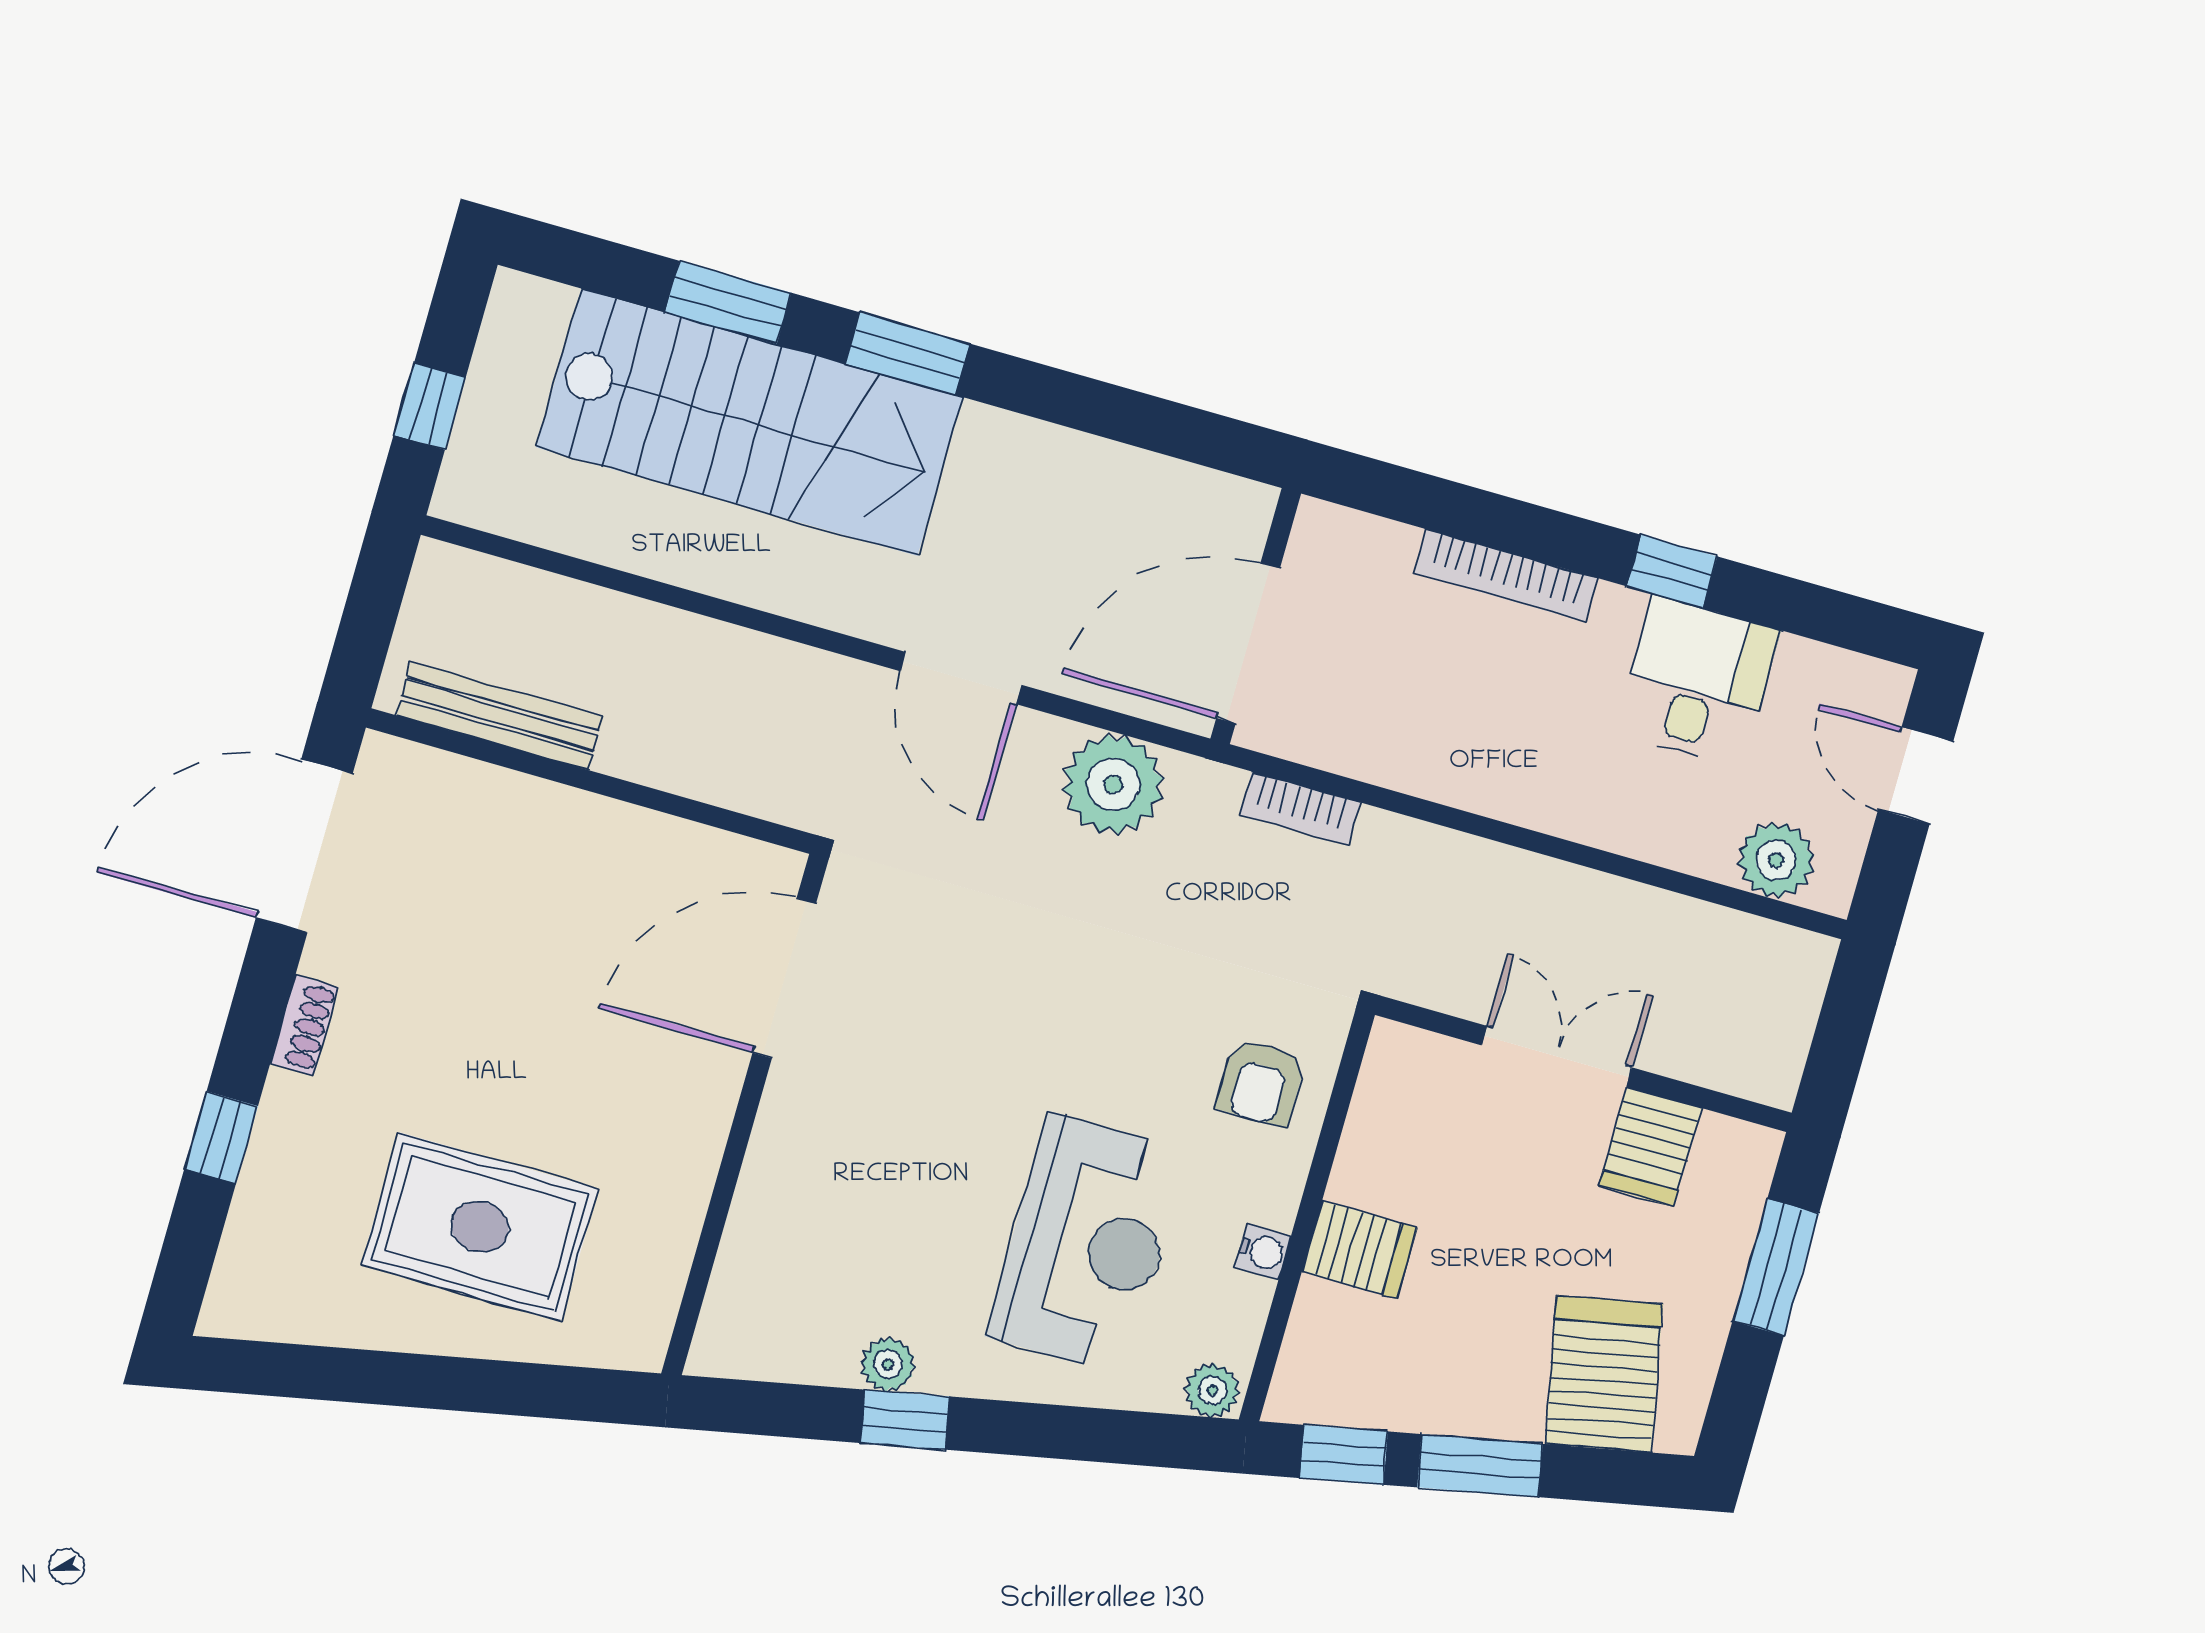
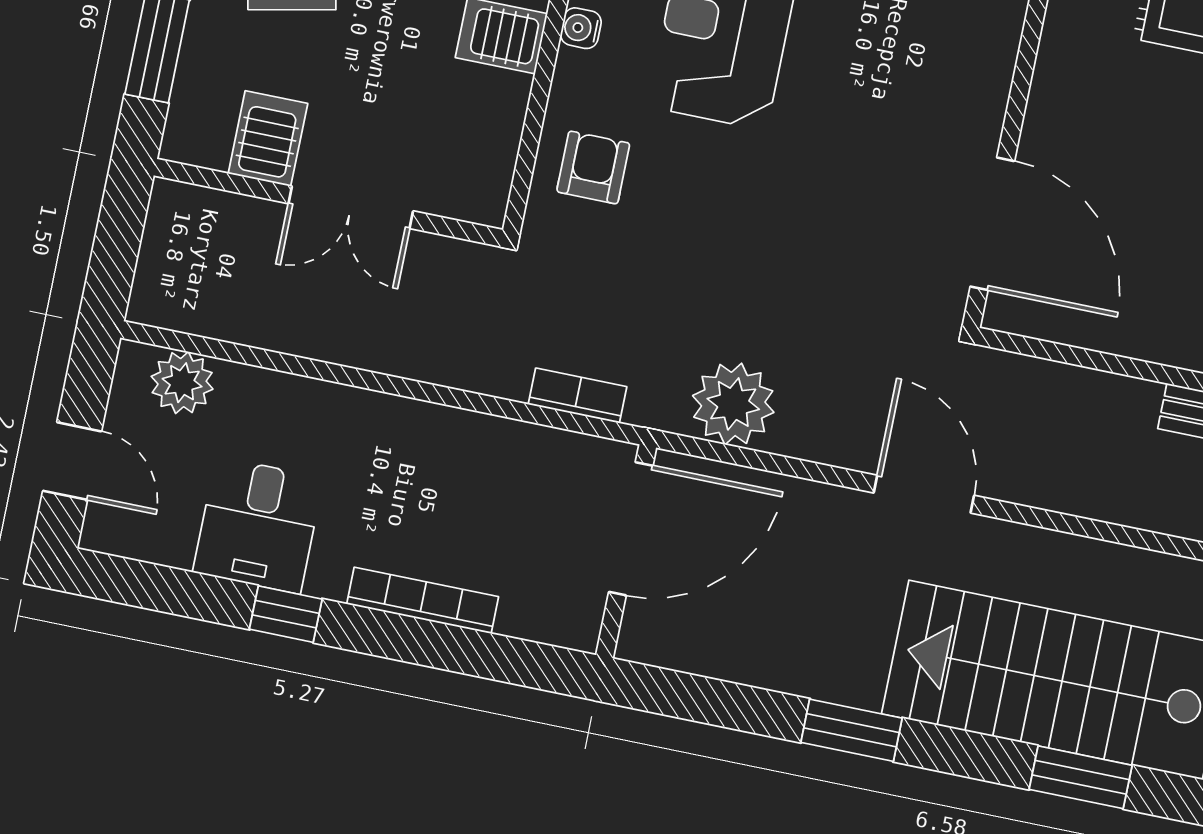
window: (908, 354) -> (852, 730), moved
door: (961, 678) -> (924, 494), moved
door: (784, 978) -> (992, 224), hinge flipped

